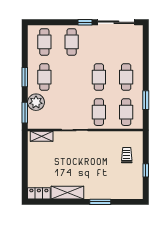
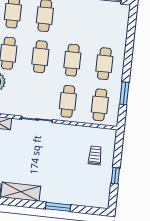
cafe table: (72, 77) -> (40, 57), added

